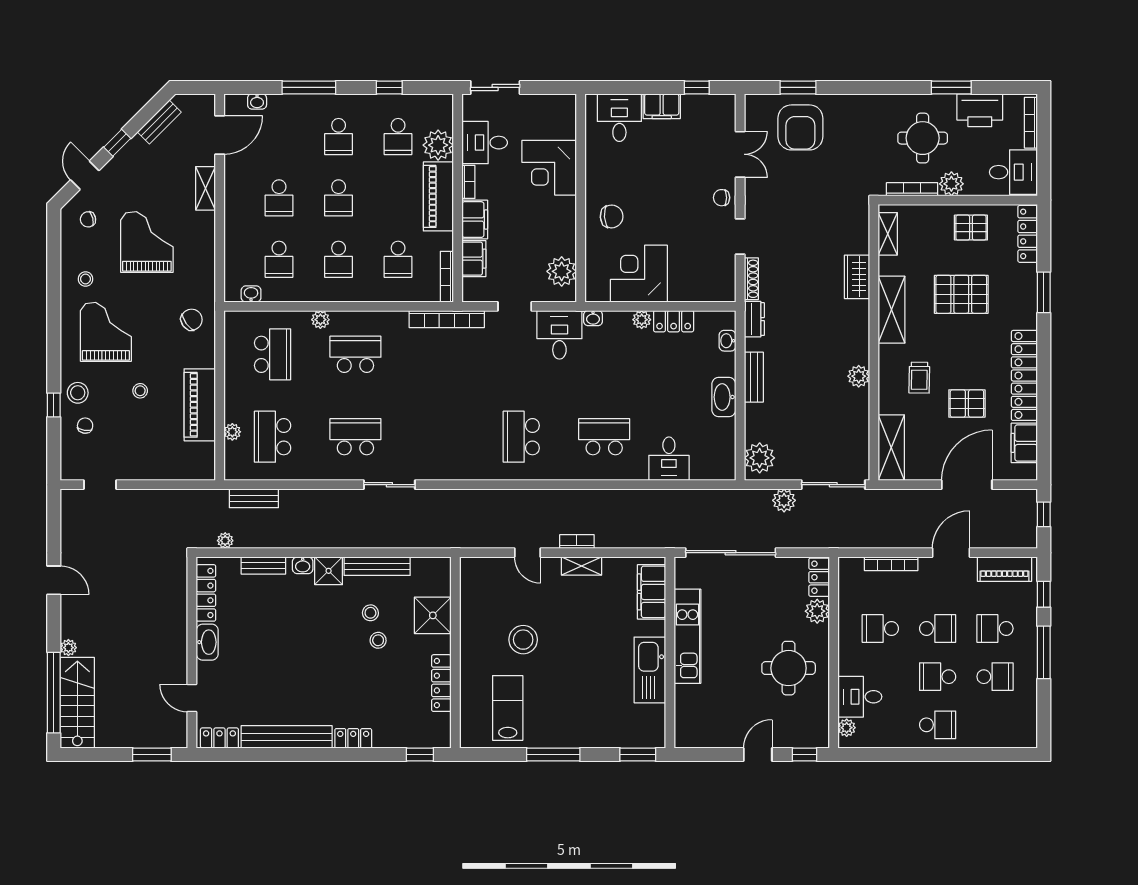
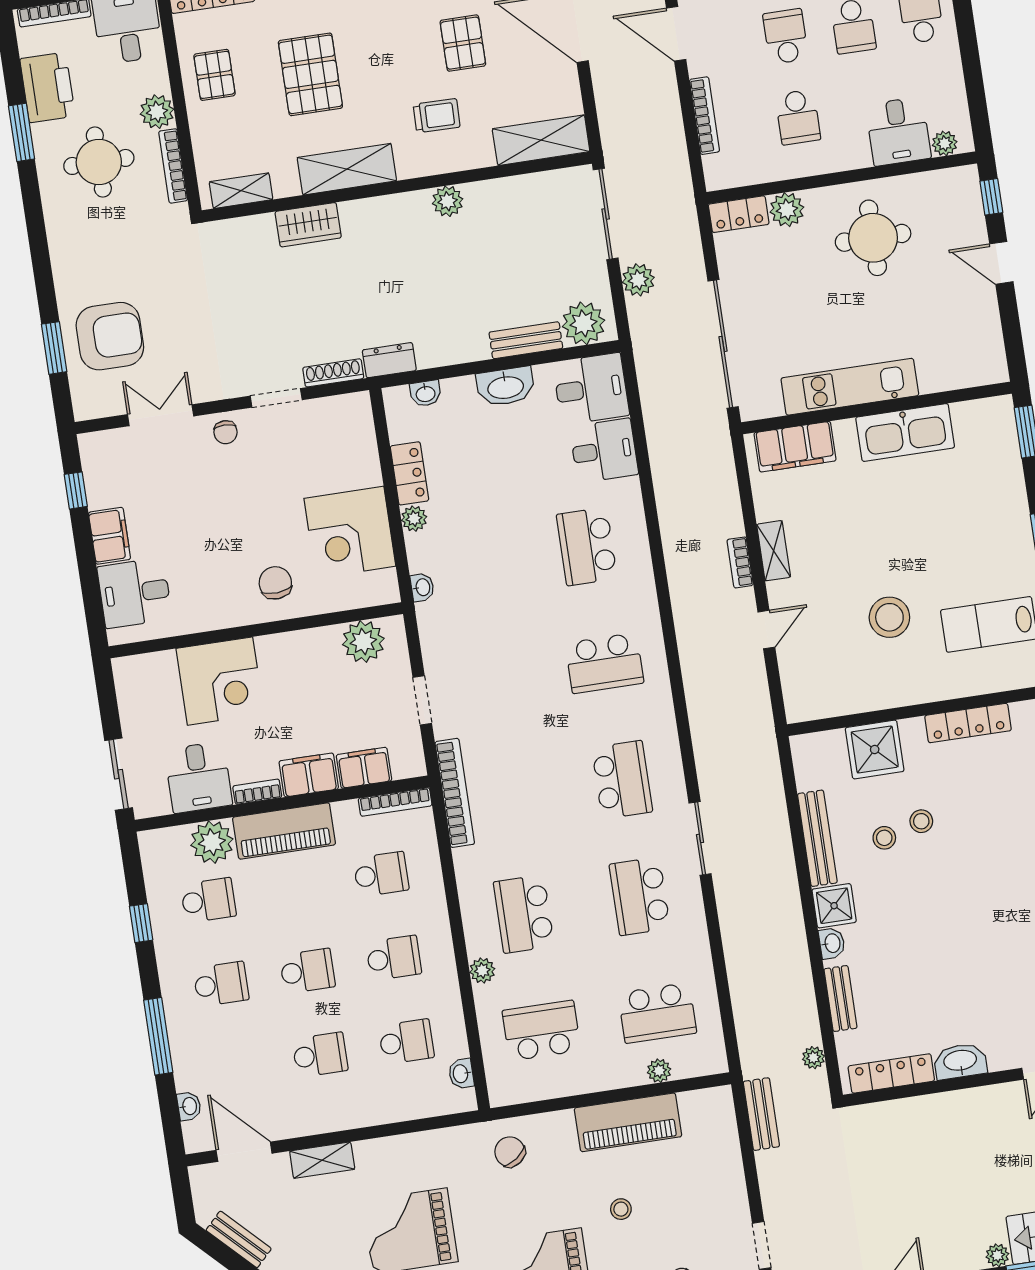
desk: (559, 335) -> (591, 389), moved, turned 180
bench: (754, 377) -> (526, 340), moved
school desk: (438, 437) -> (622, 780), added
bench: (254, 498) -> (761, 1114), moved

